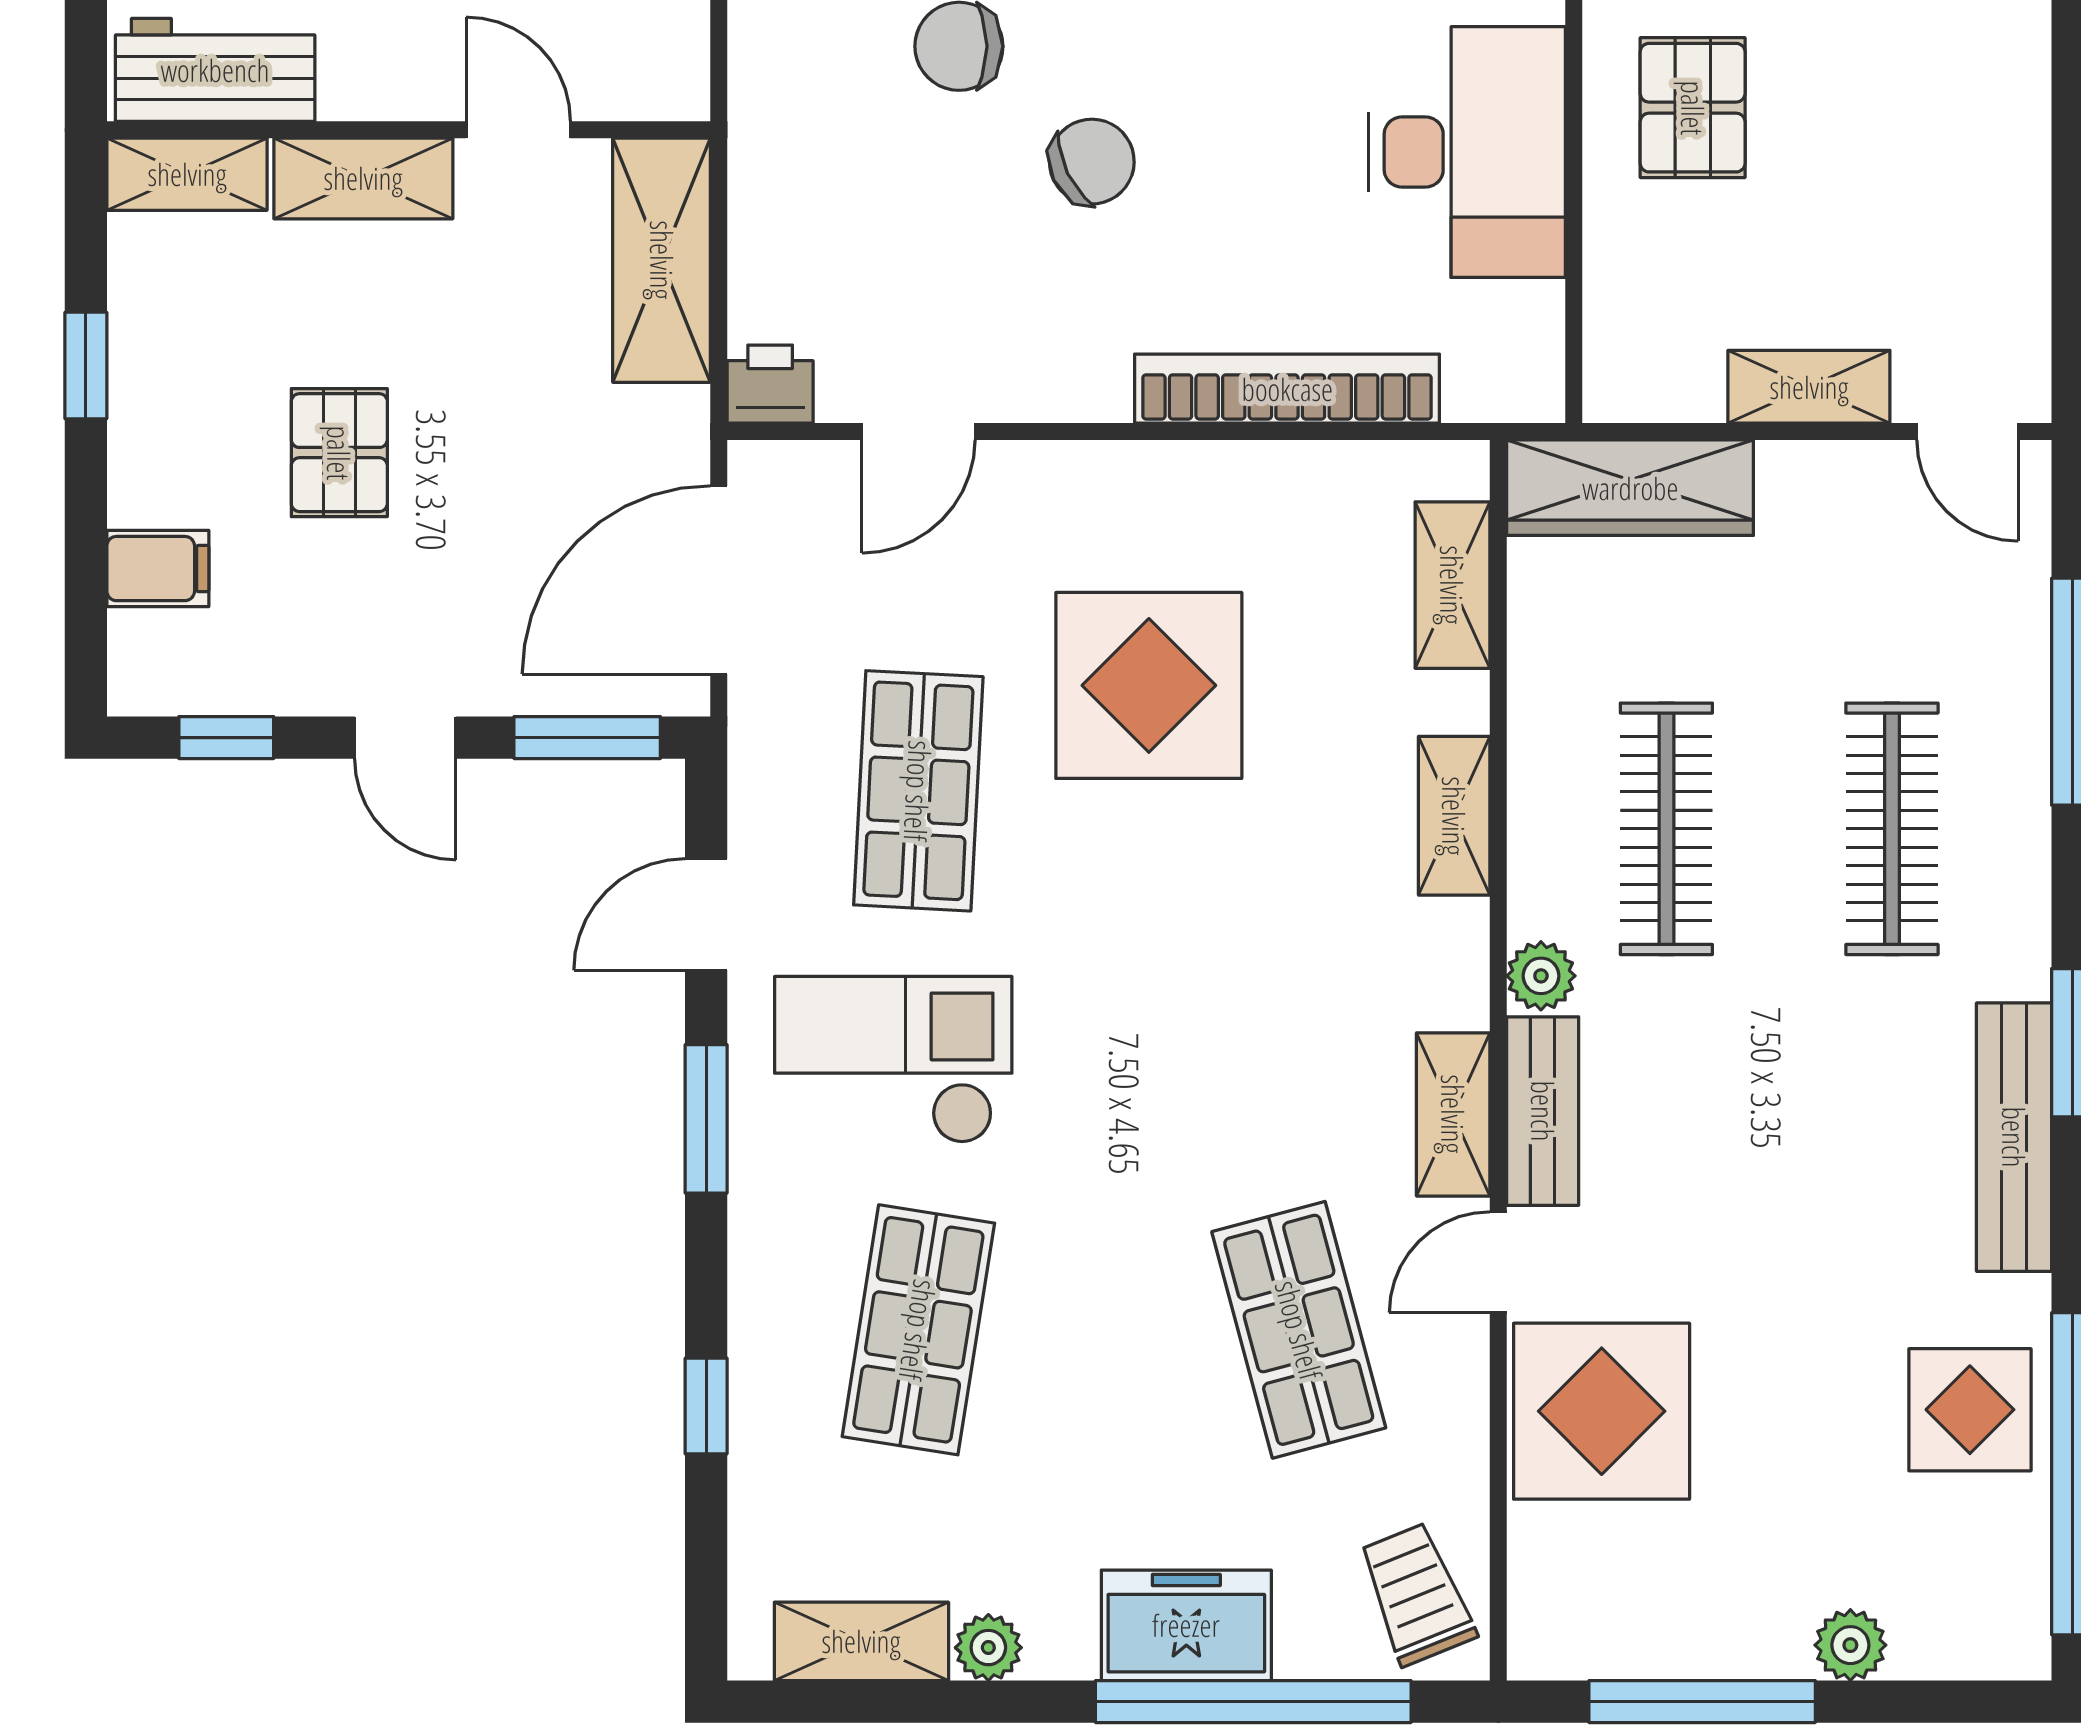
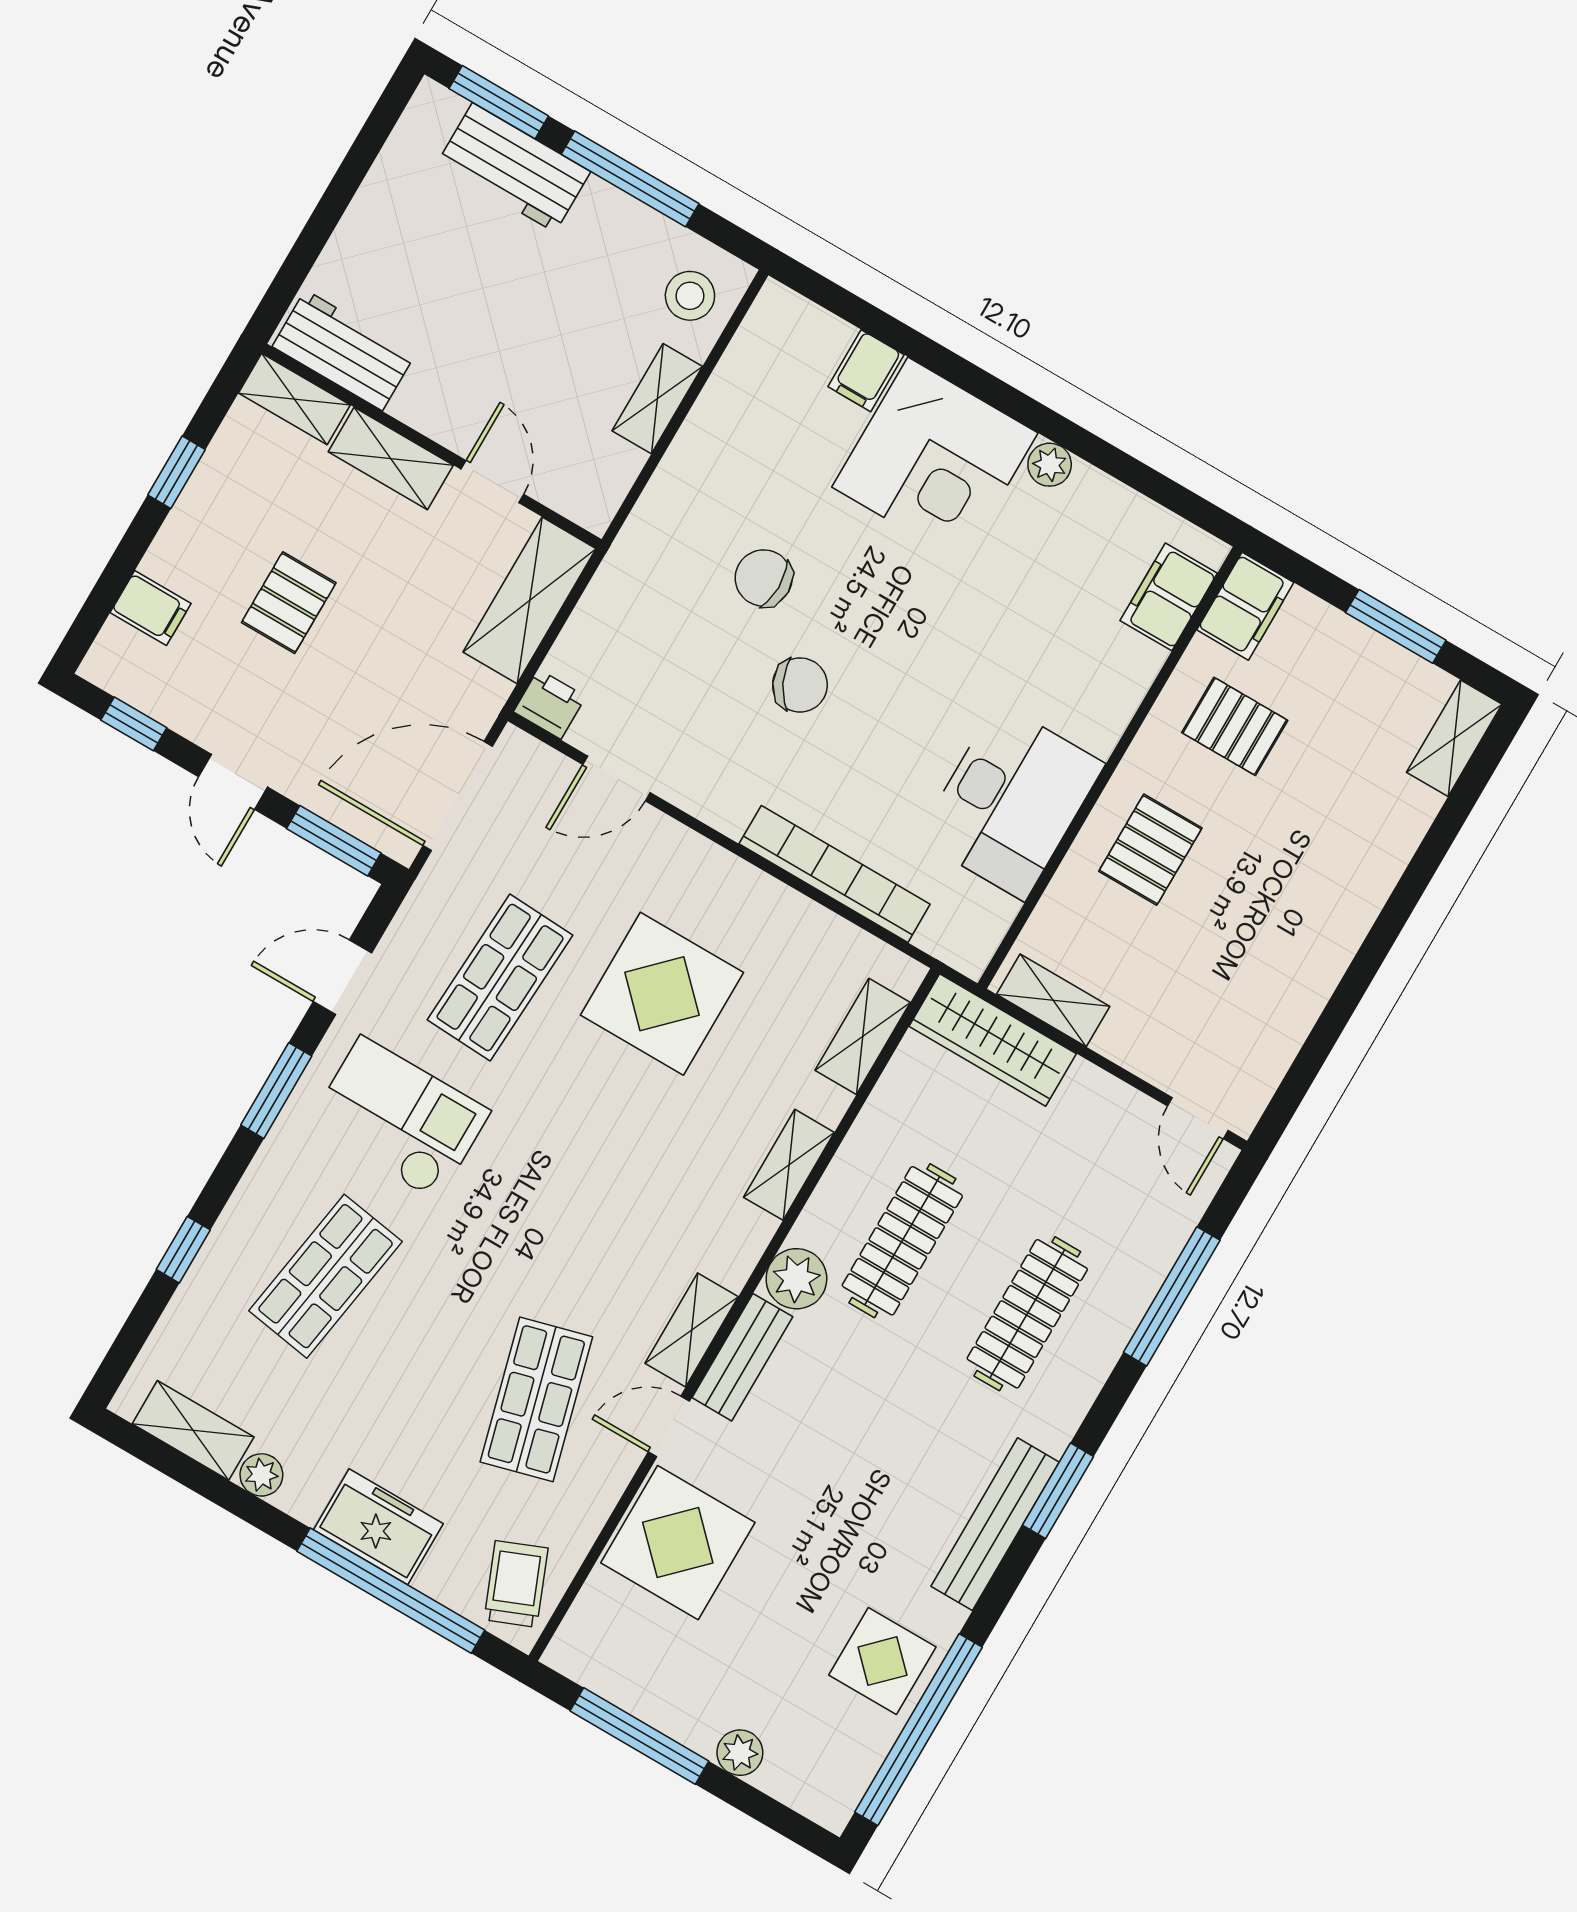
shelving: (1809, 387) -> (1053, 1000), moved
plant: (1541, 976) -> (796, 1279), width x1.38, depth x1.38

